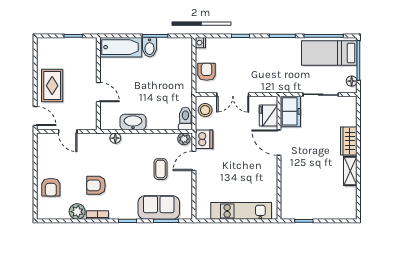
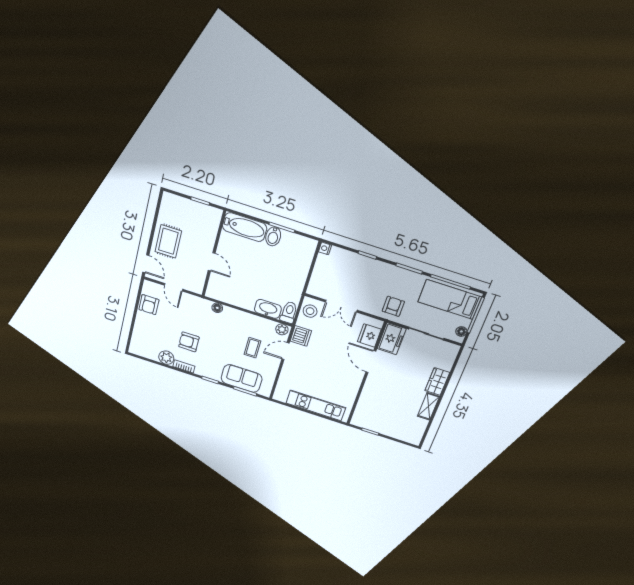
armchair: (207, 72) -> (393, 306), moved
washbasin: (133, 122) -> (268, 309), moved
armchair: (51, 187) -> (149, 305), moved

